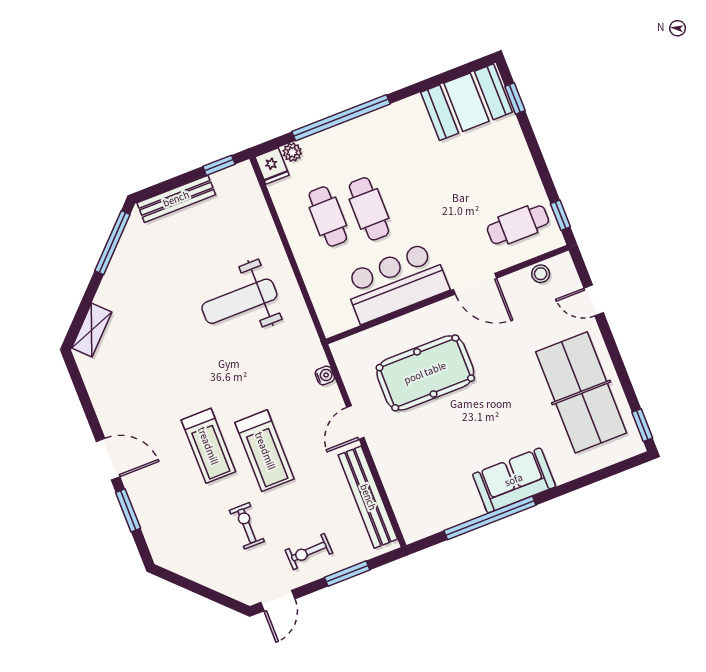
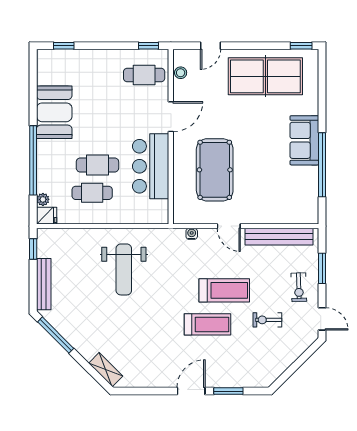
booth: (467, 102) -> (54, 112), moved
cafe table: (518, 225) -> (144, 75), turned 90

